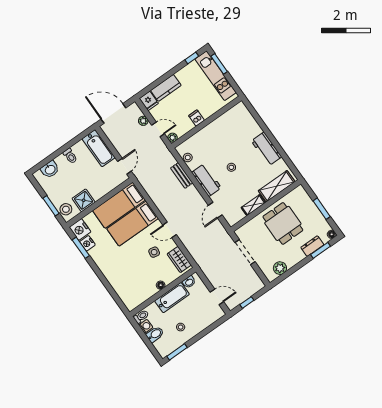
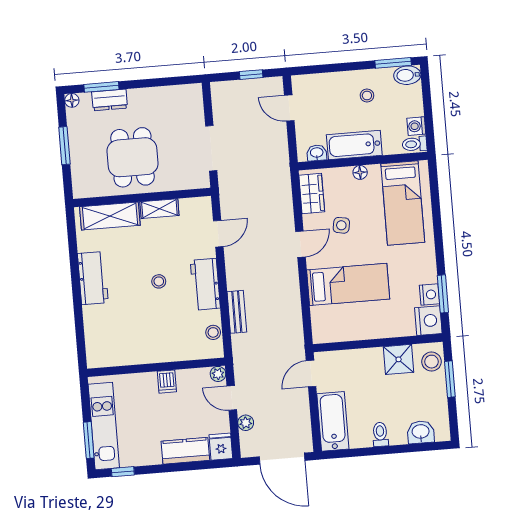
bed: (119, 205) -> (403, 203), moved, turned 90
door: (170, 230) -> (300, 244), hinge flipped
plant: (280, 268) -> (175, 96), removed
bidet: (155, 334) -> (407, 75), moved

